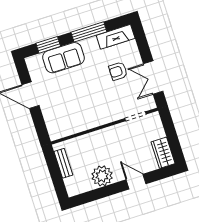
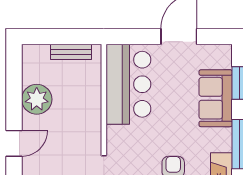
bar counter: (73, 118) -> (128, 84), added

